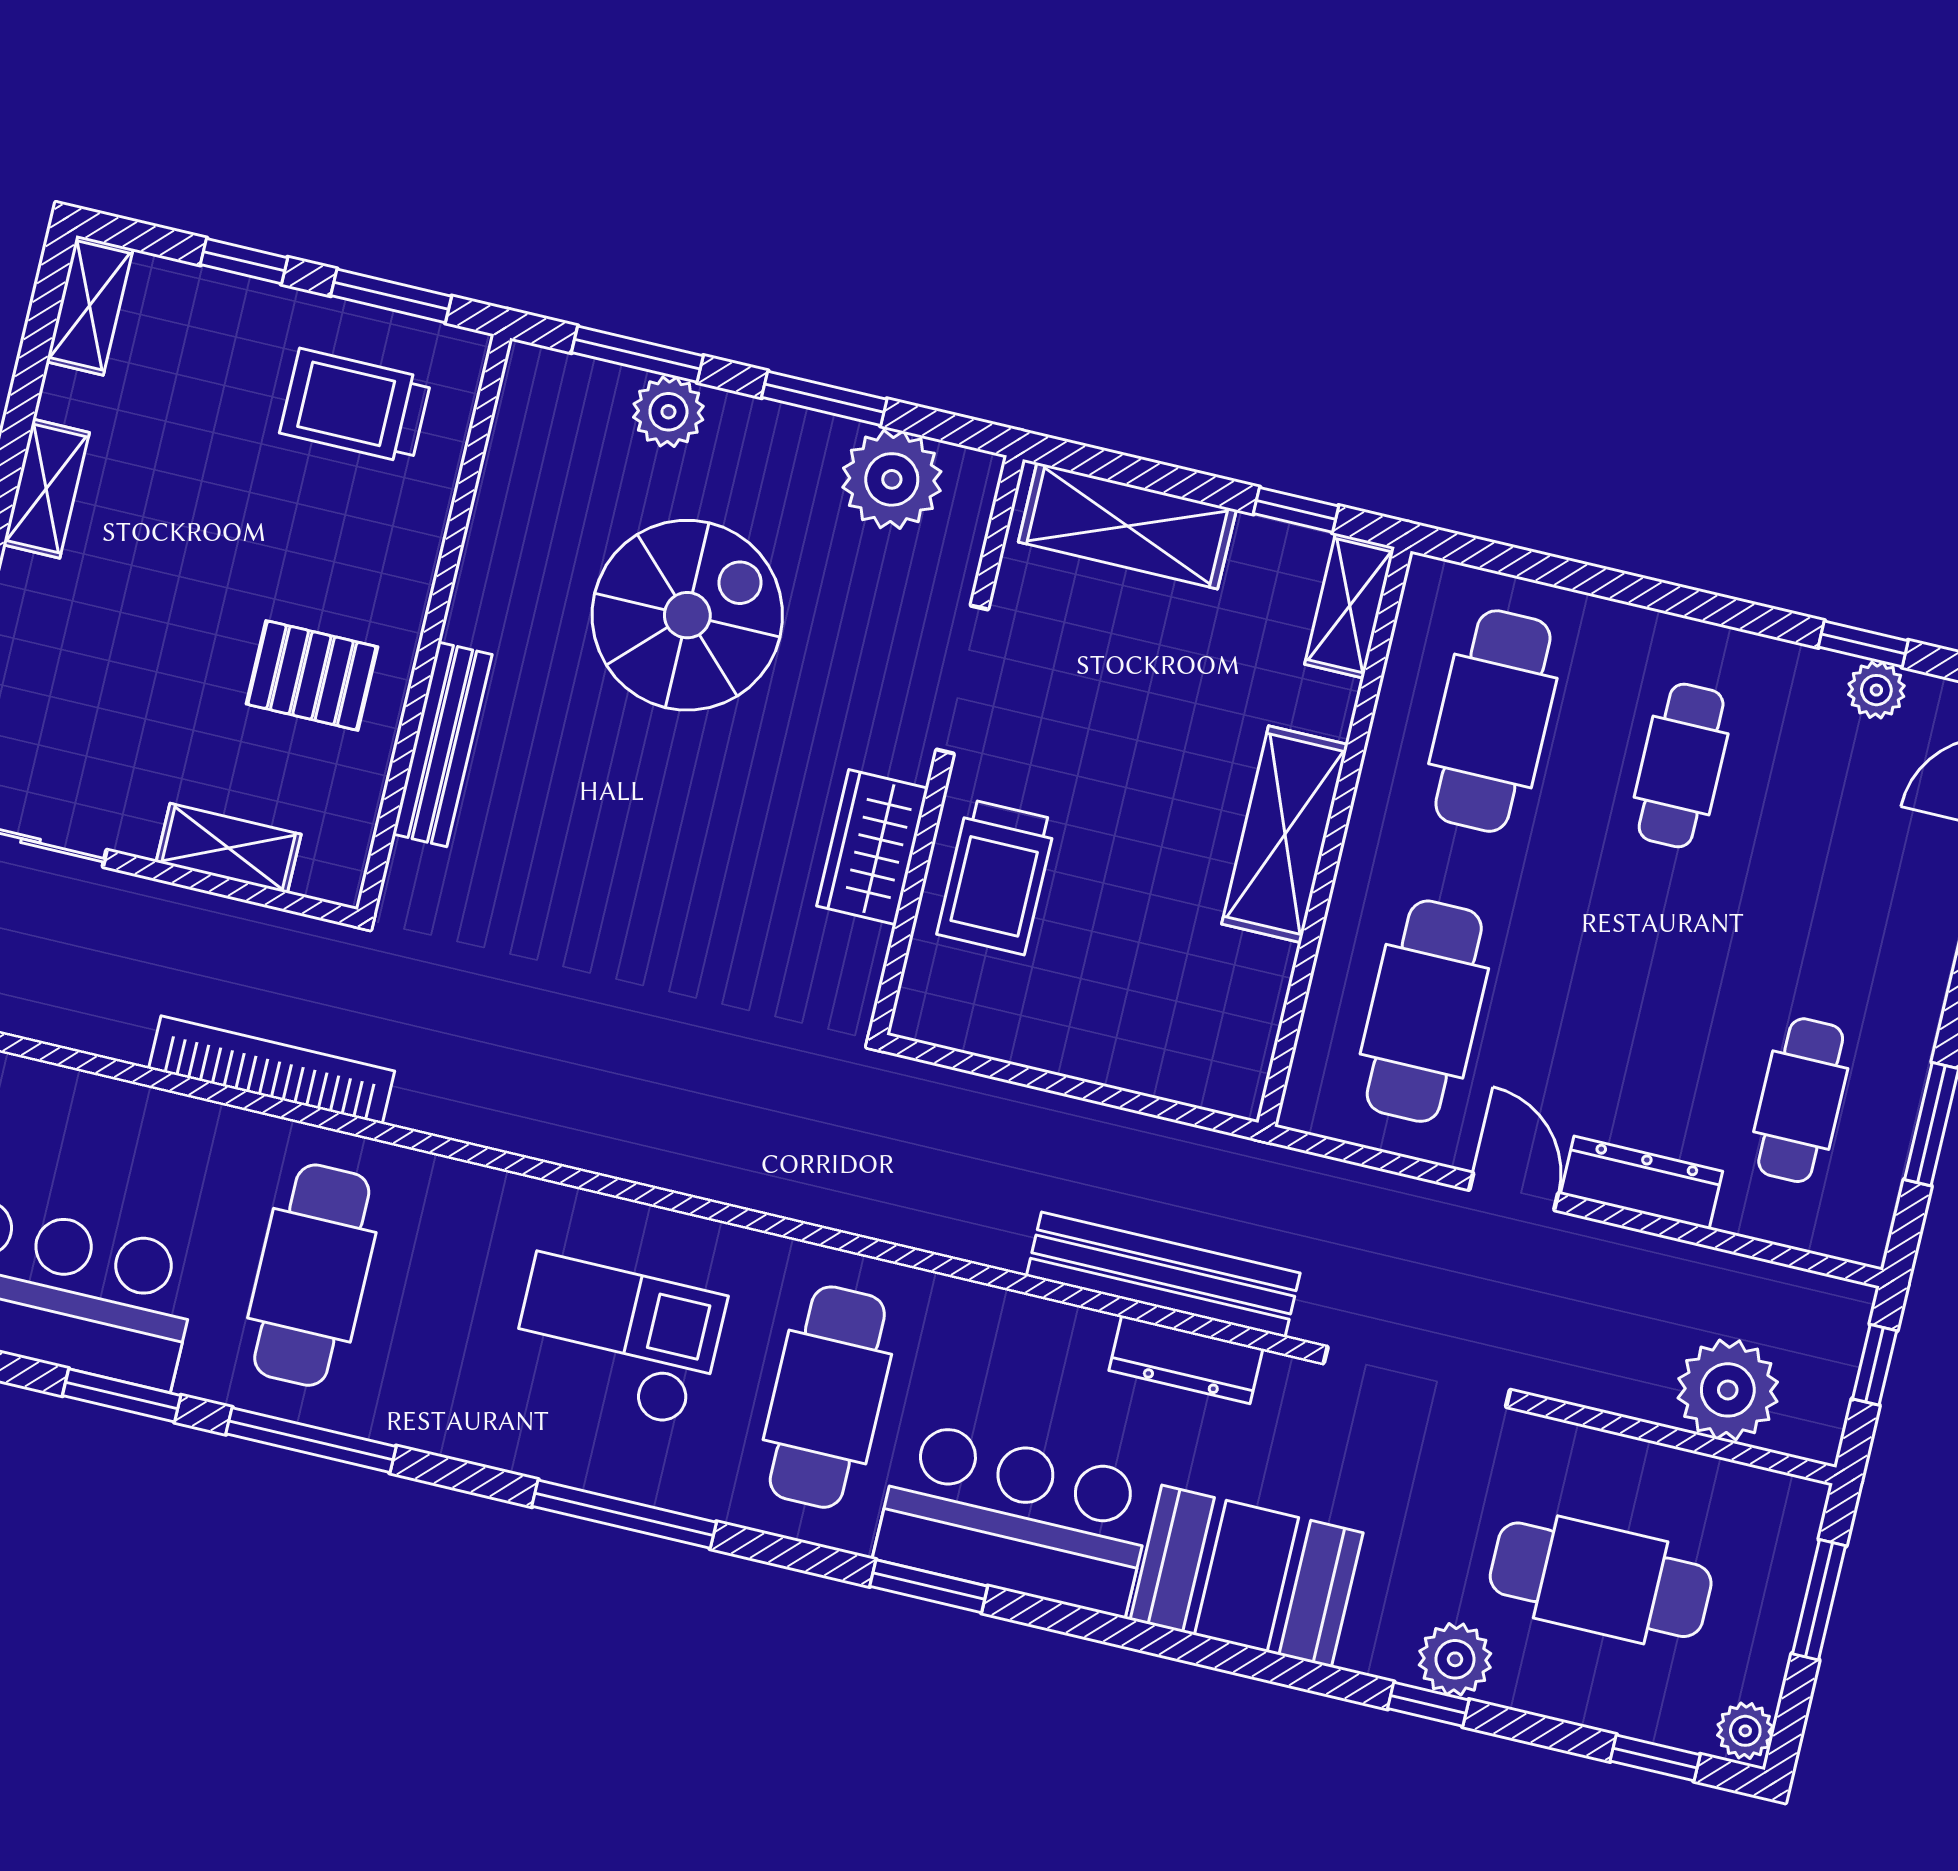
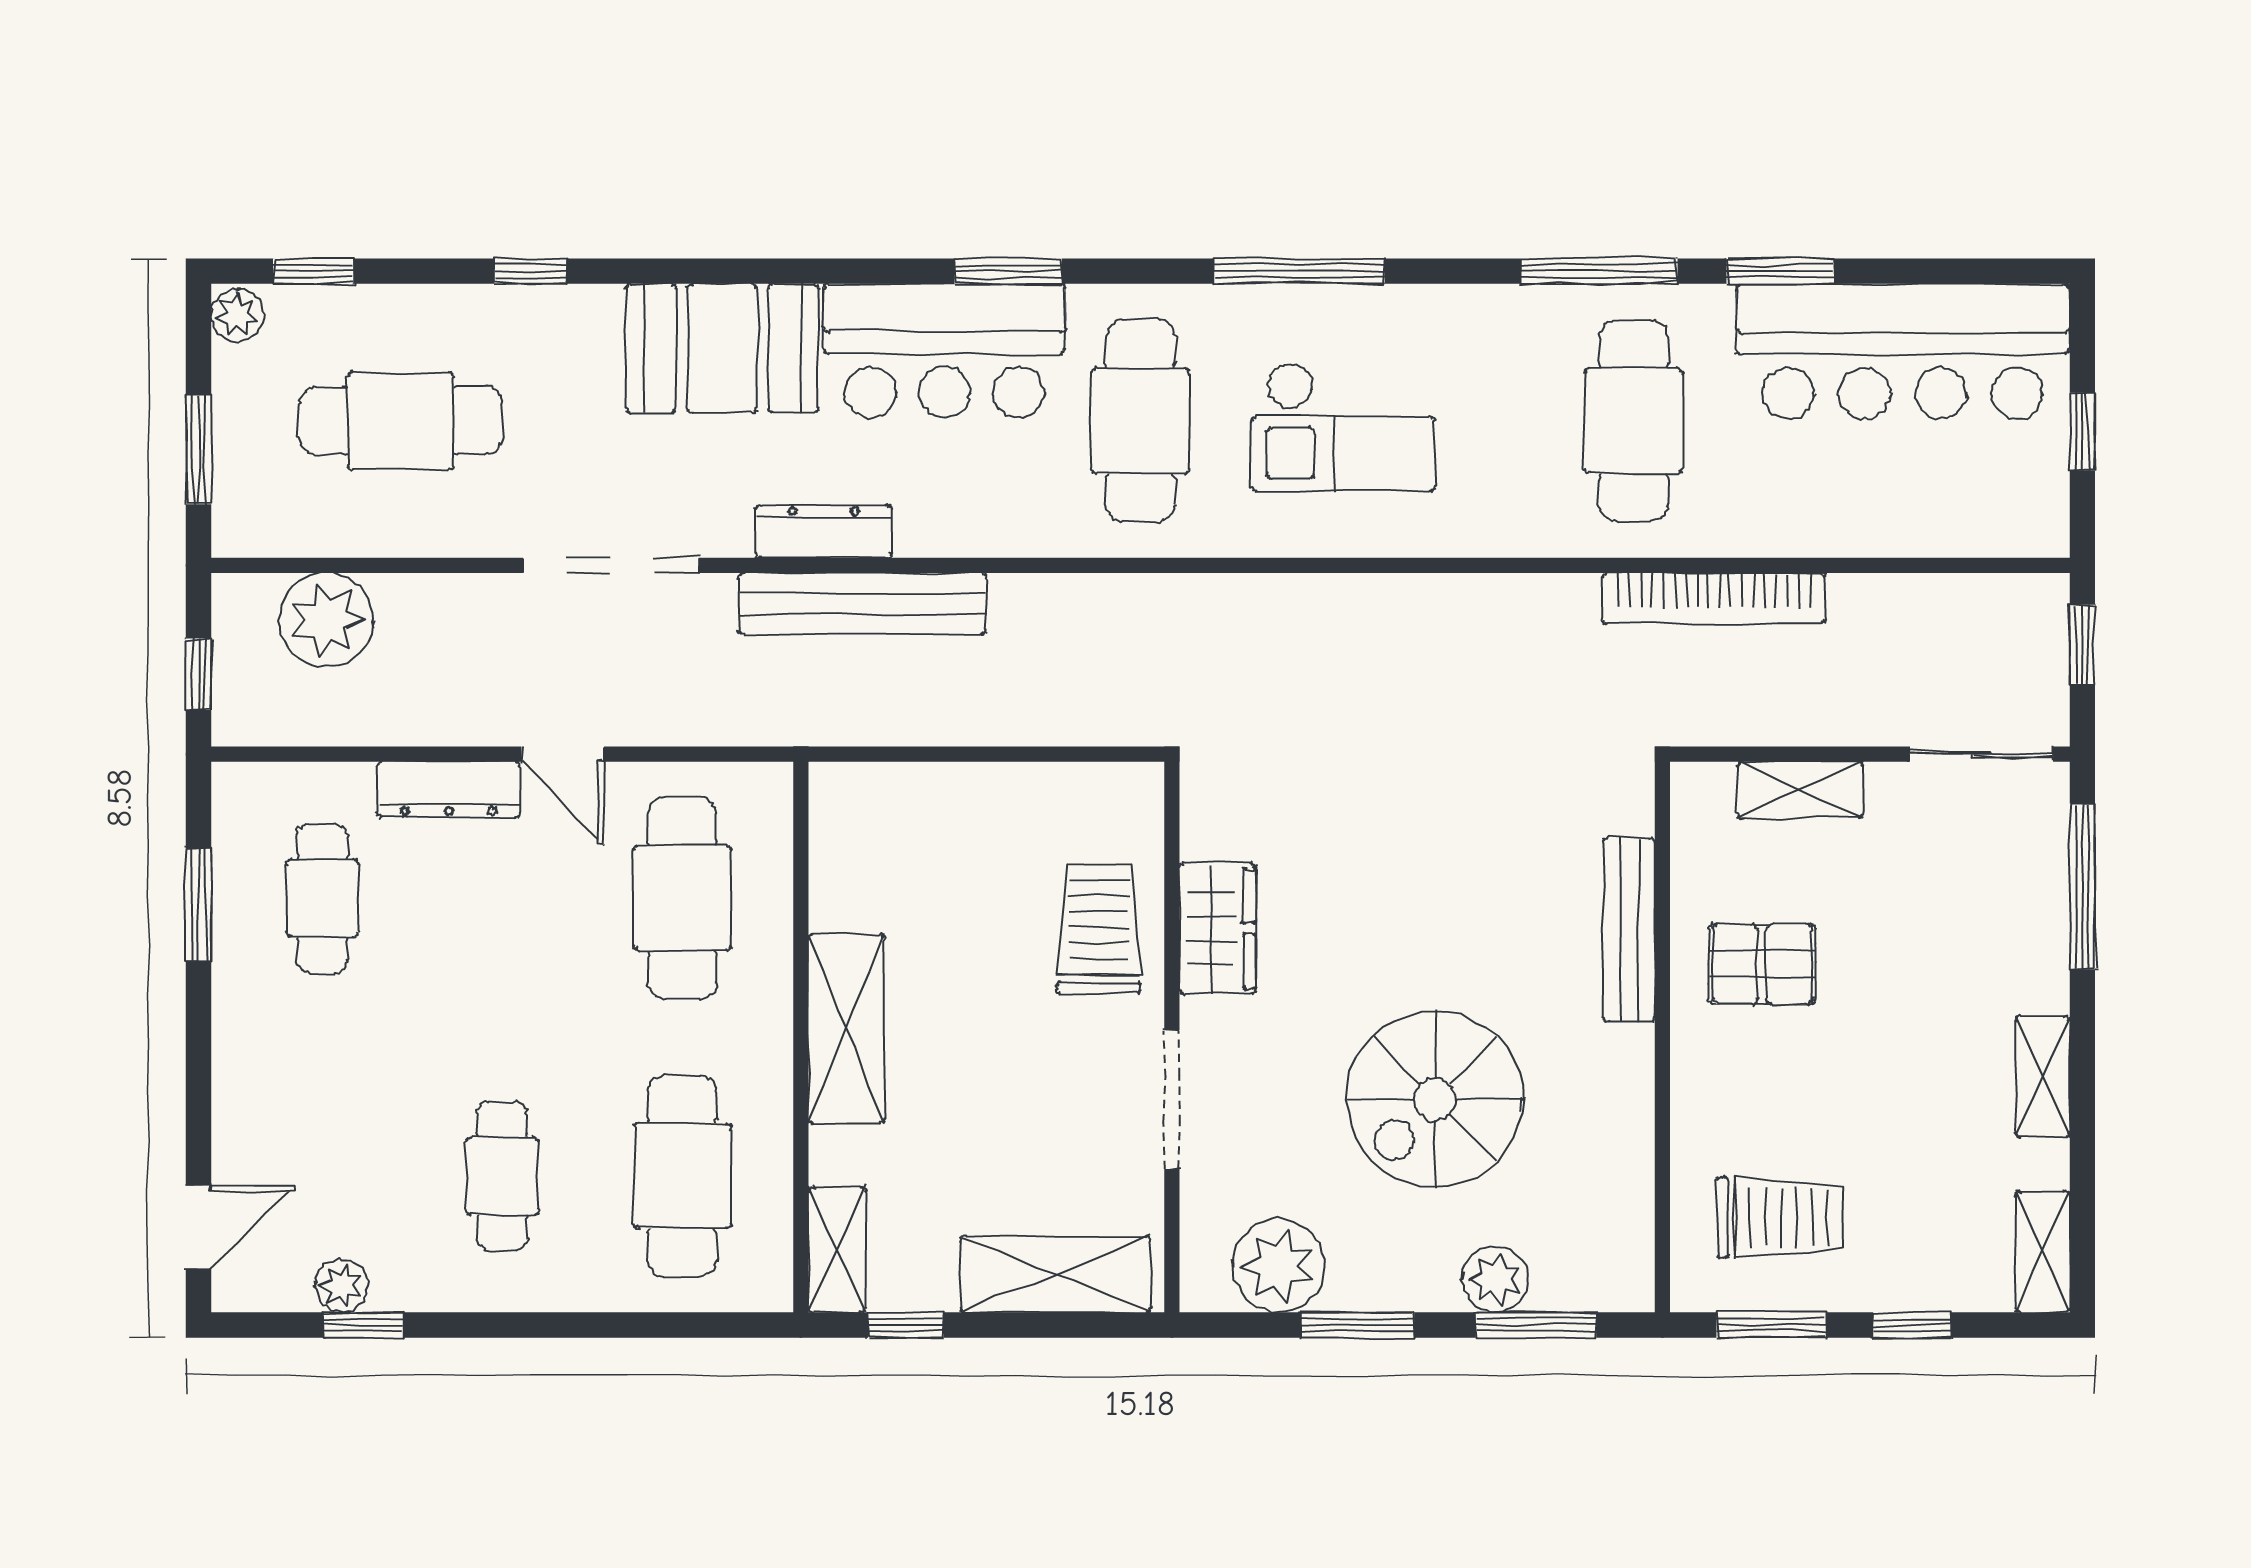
plant: (1455, 1659) -> (516, 318), removed

